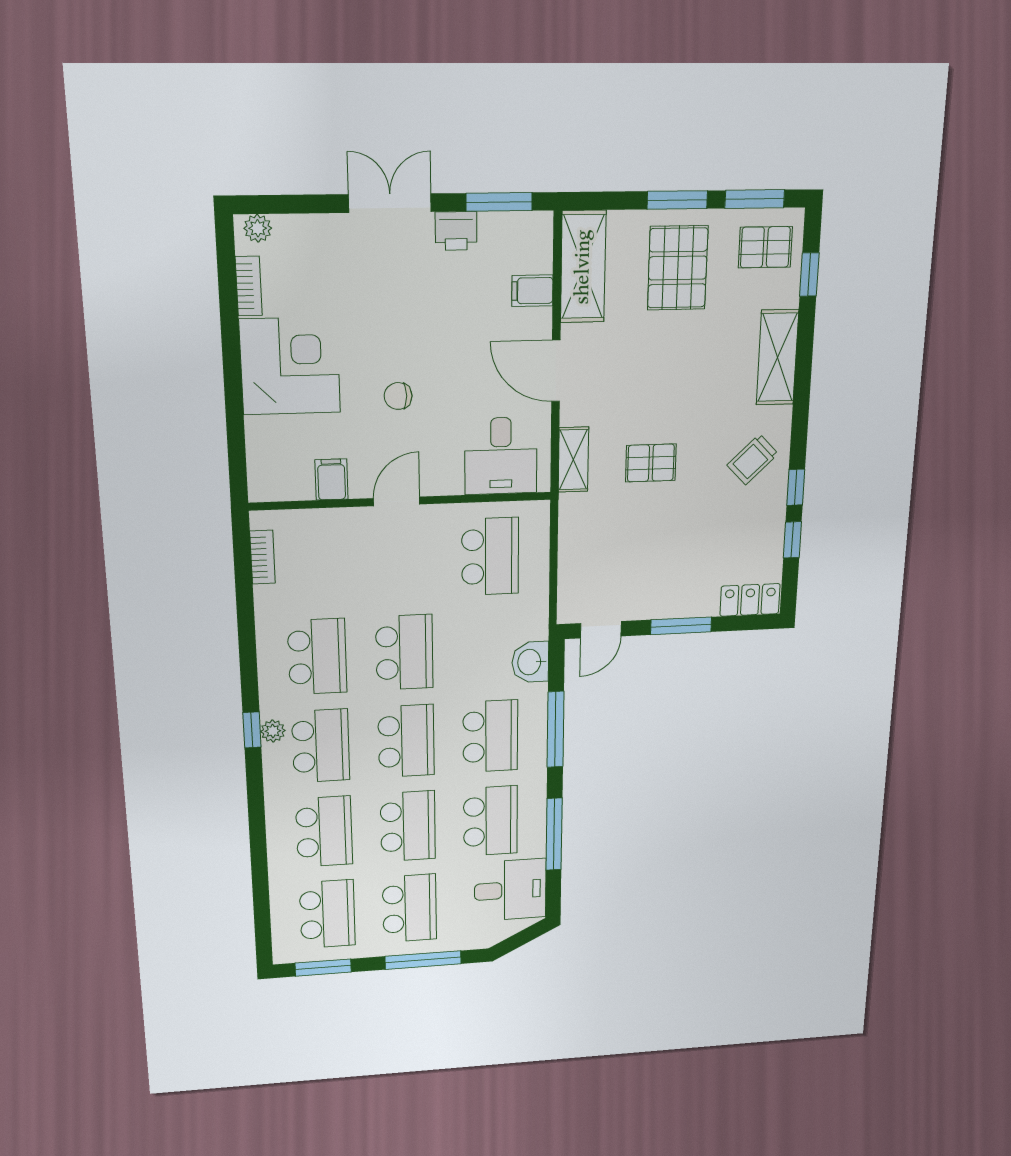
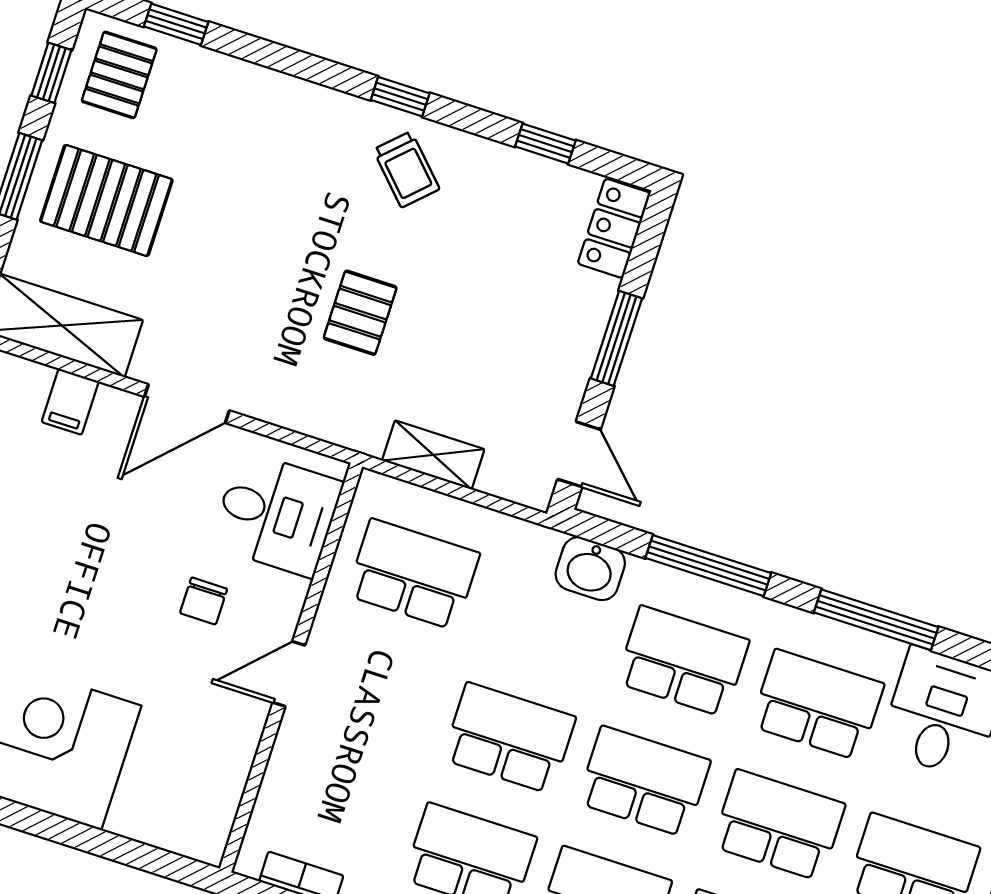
window: (755, 199) -> (51, 73), width x0.67
shelving: (777, 357) -> (274, 97), removed
chair: (398, 396) -> (204, 601), moved
shelving: (573, 460) -> (433, 455), moved
filing cabinet: (332, 479) -> (228, 749), removed
window: (796, 487) -> (400, 97), moved
door: (397, 501) -> (289, 674), hinge flipped

